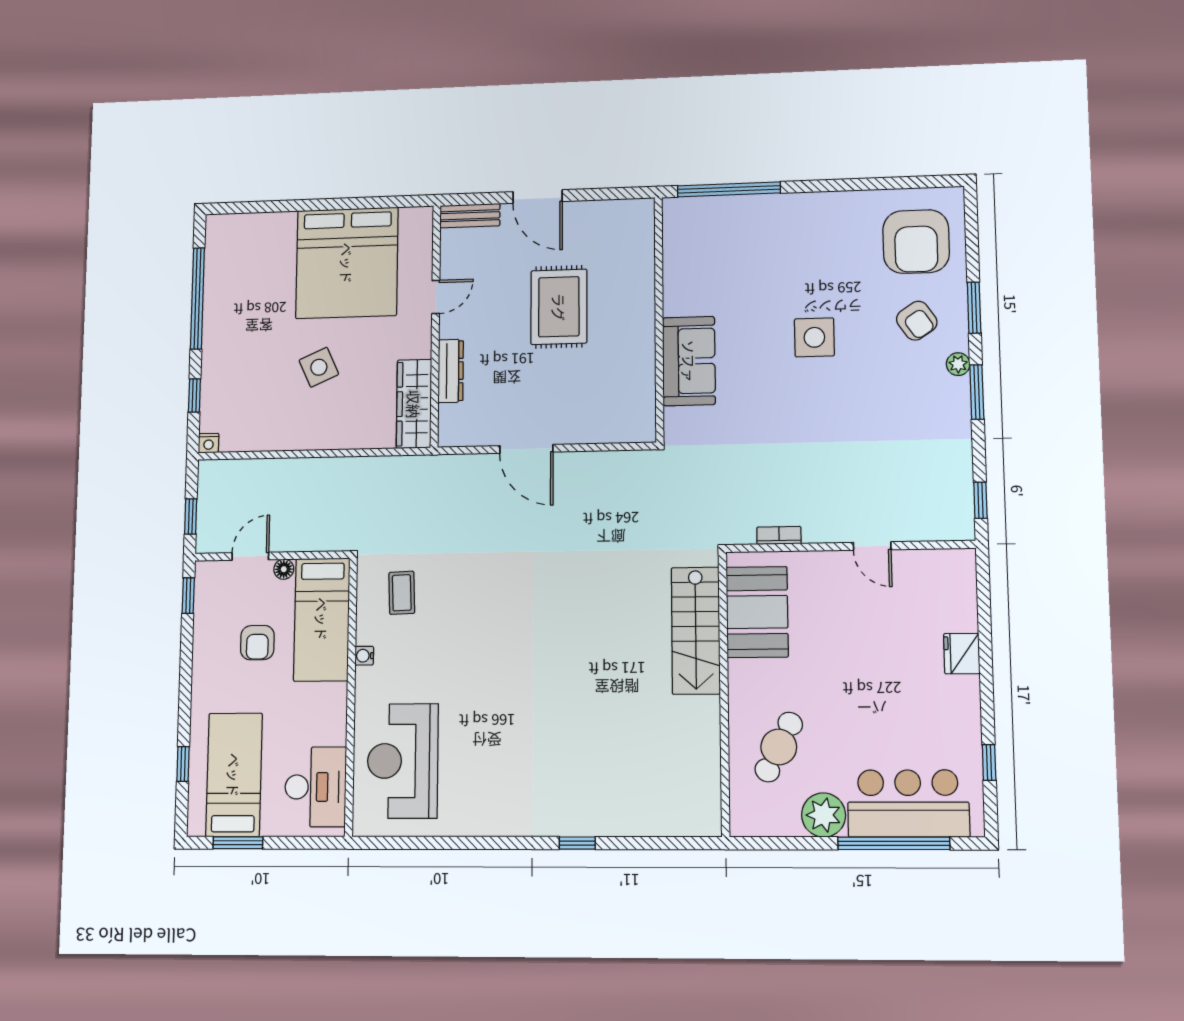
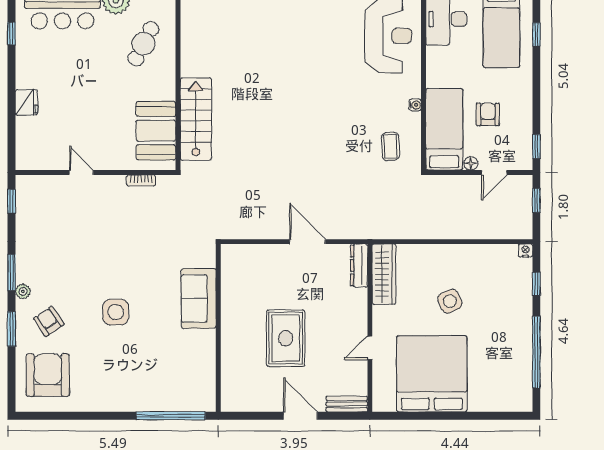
dresser: (451, 371) -> (359, 266), moved

